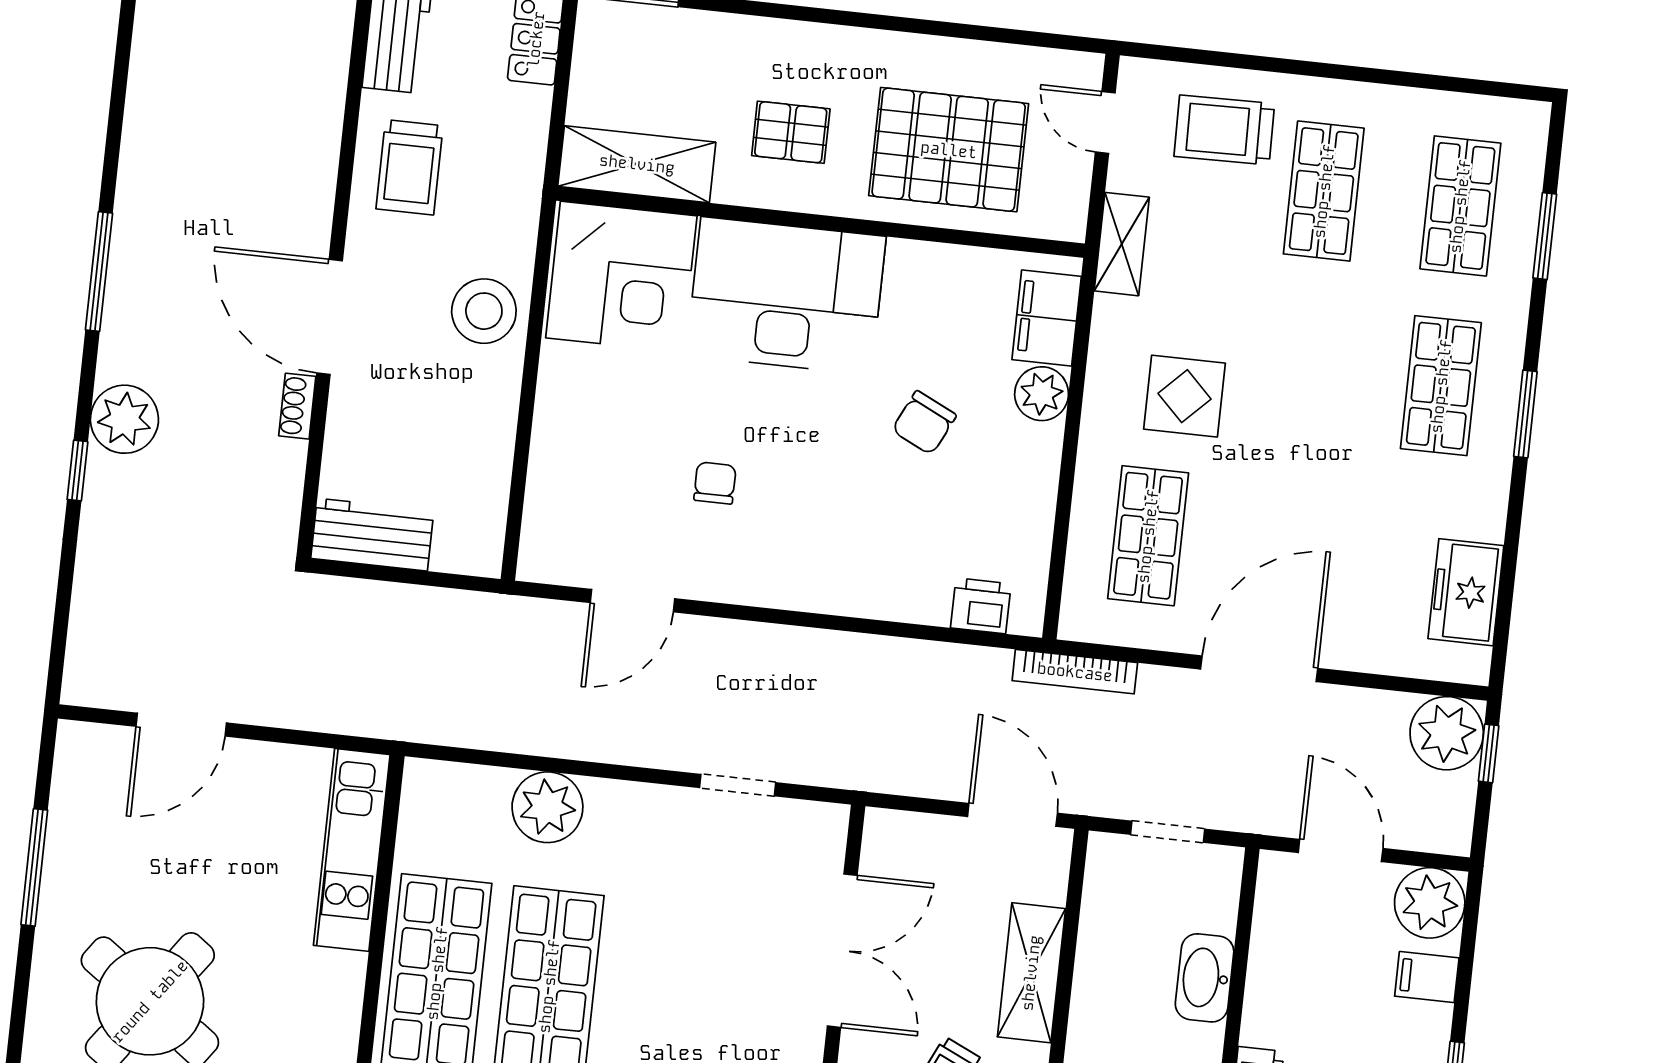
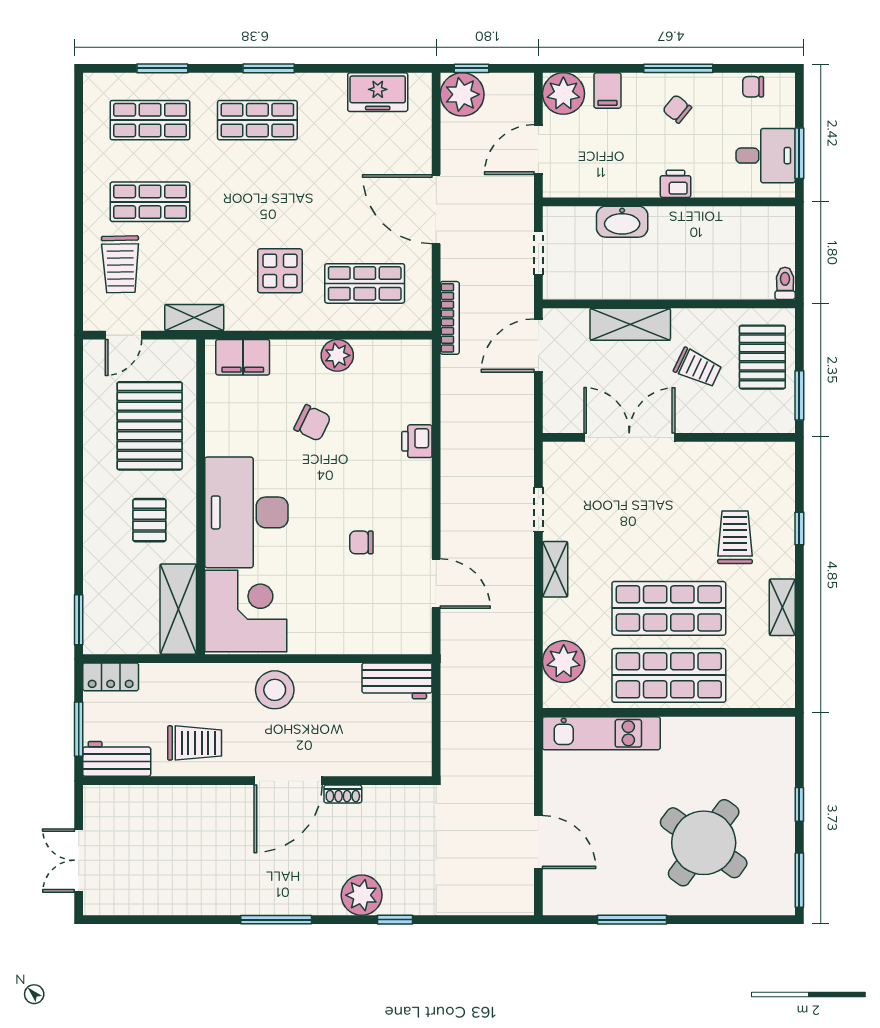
plant: (1042, 394) -> (337, 355), moved
workbench: (372, 535) -> (397, 681), moved, turned -90
printer: (981, 606) -> (417, 441), moved
shelving: (635, 802) -> (555, 569), added
plant: (547, 807) -> (564, 662), moved

